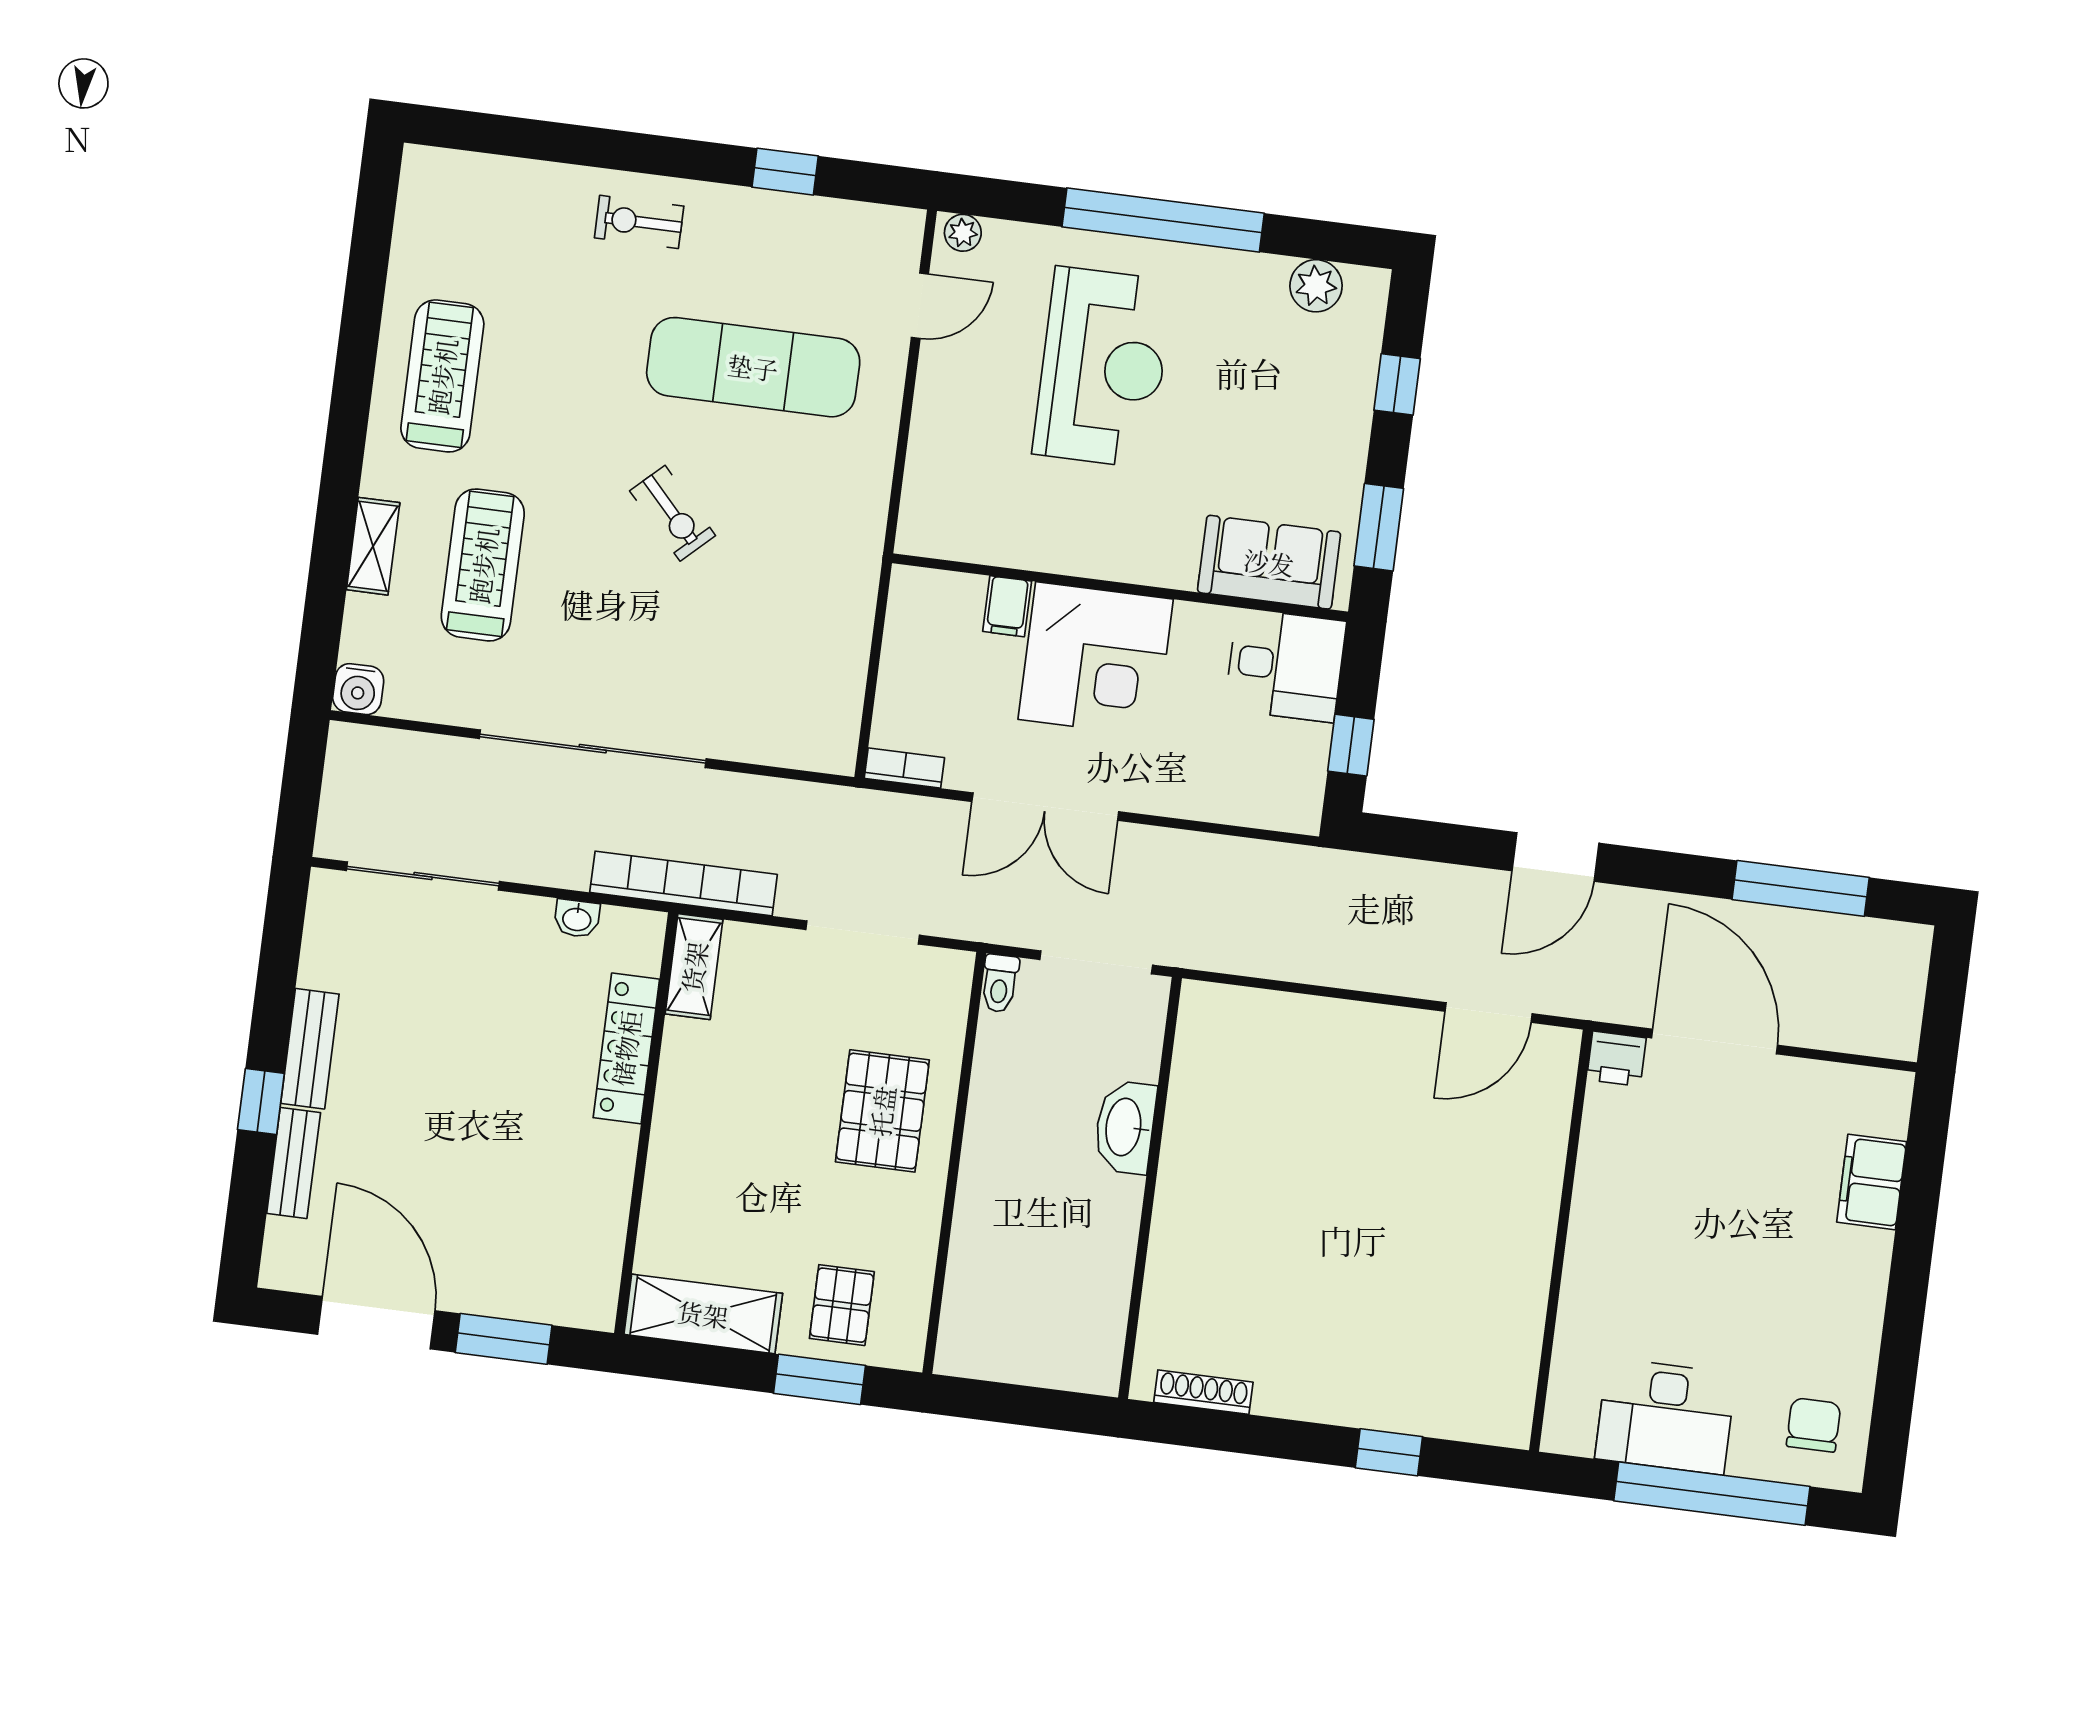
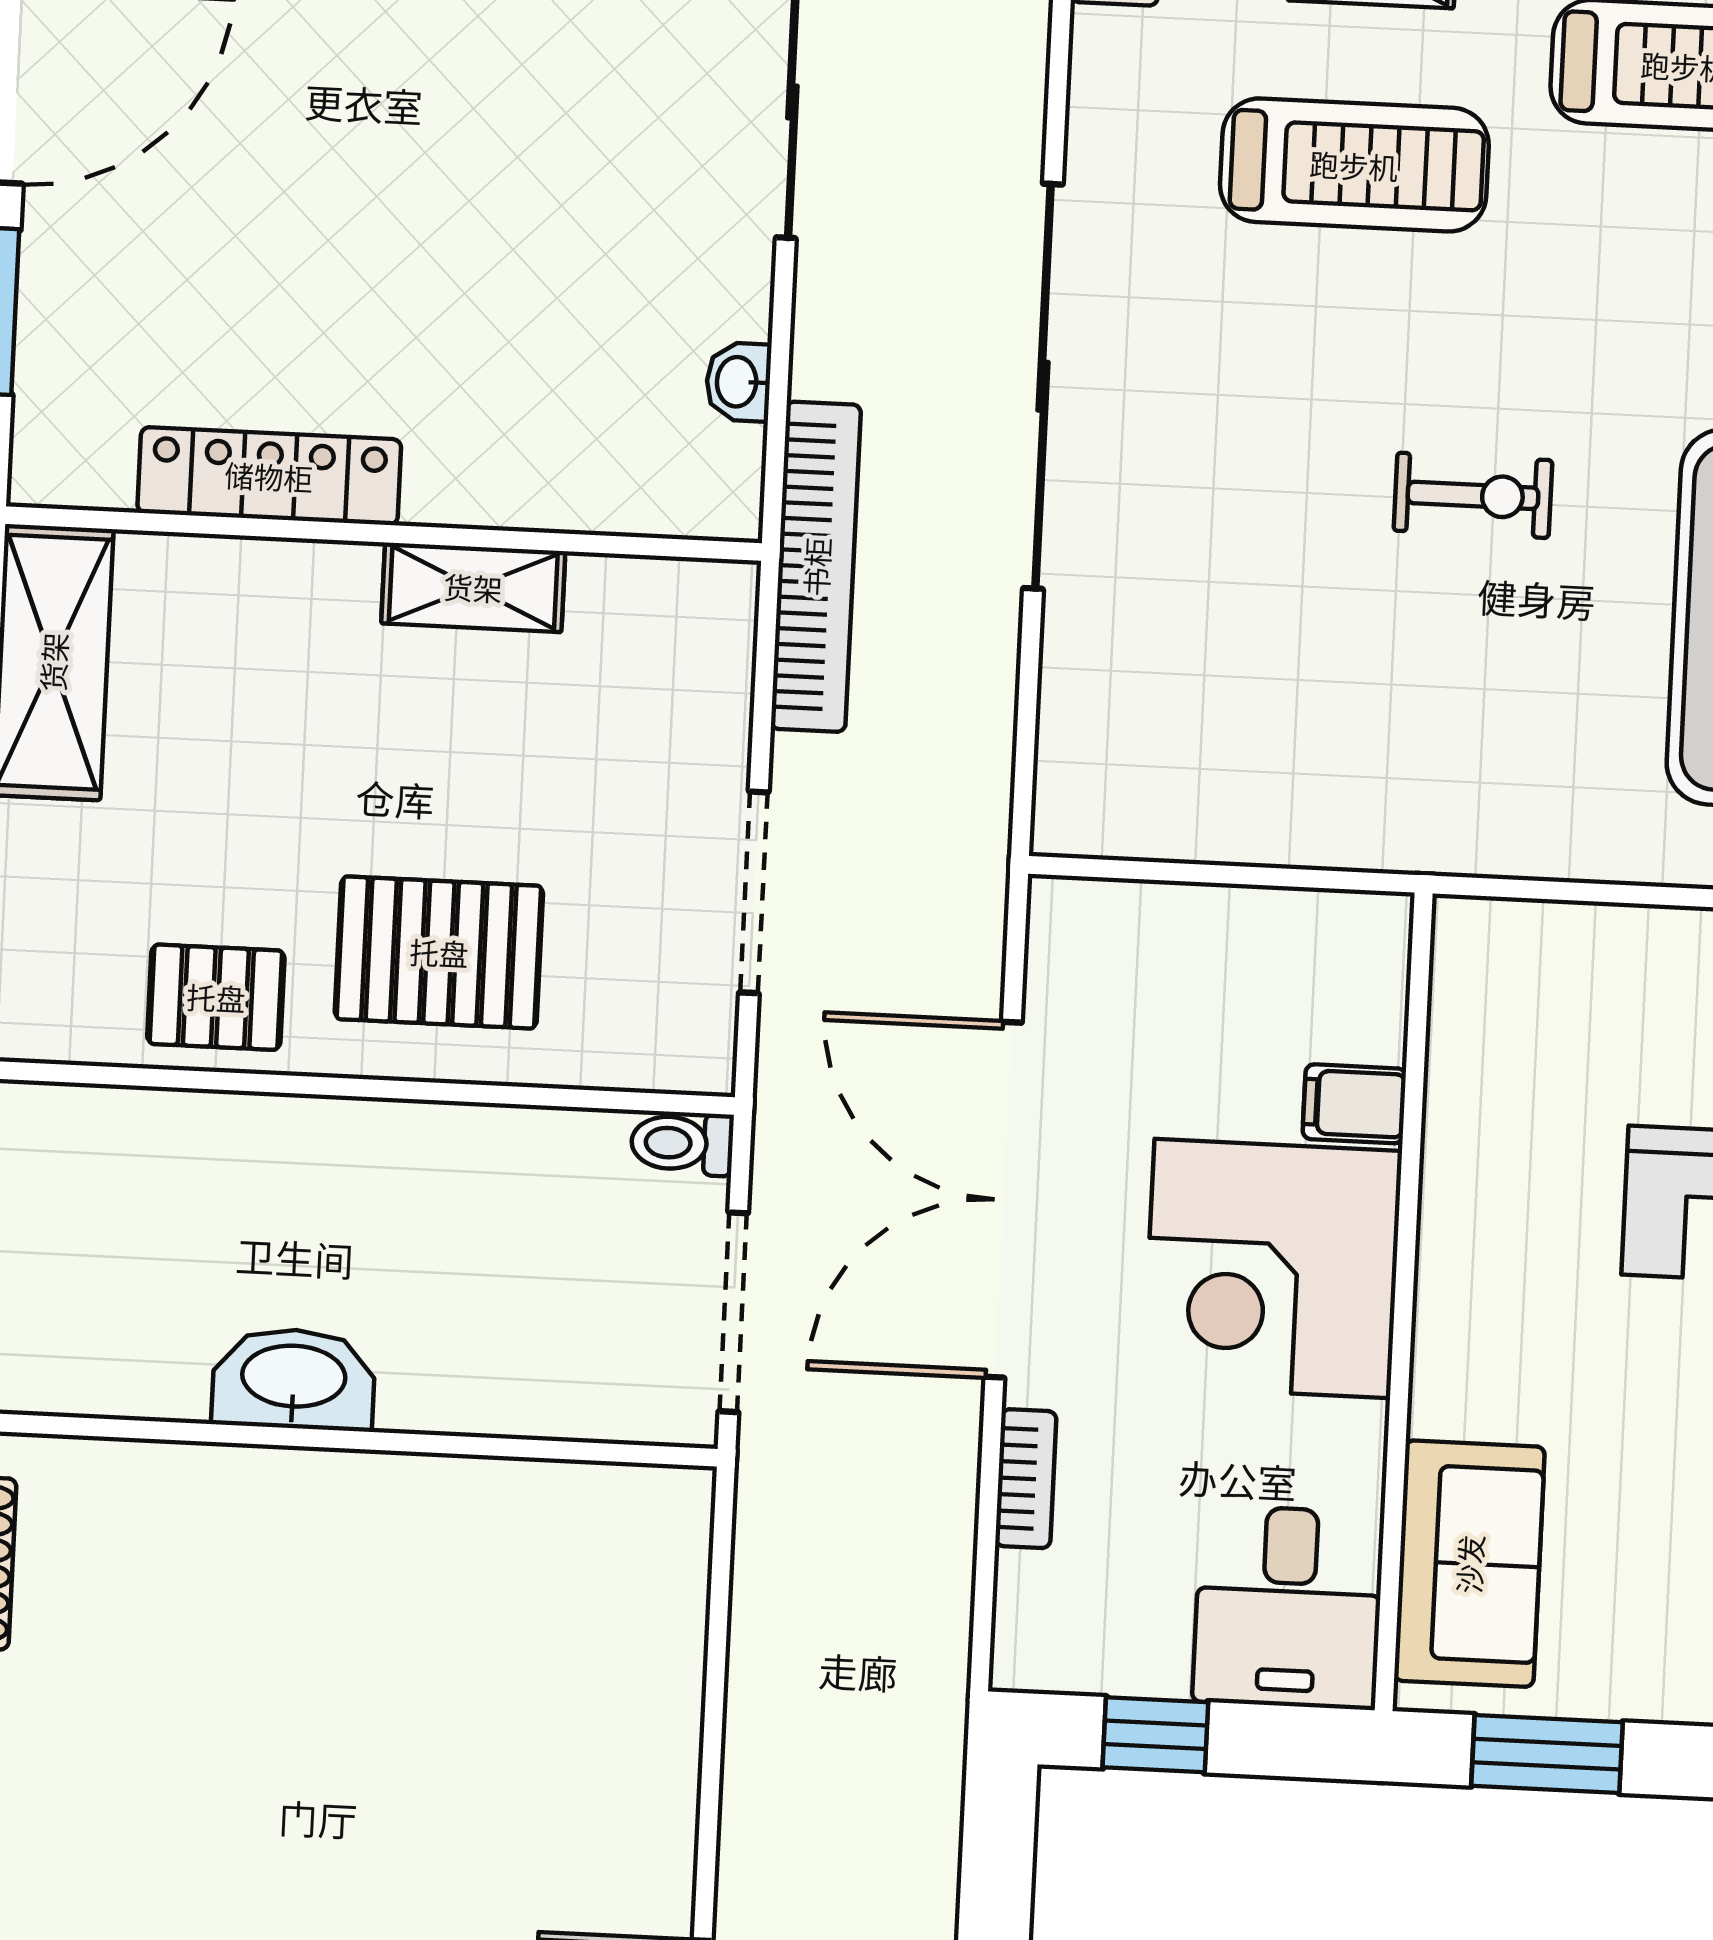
exercise bike: (673, 513) -> (1473, 495), turned -137
bookcase: (904, 768) -> (1026, 1479), moved
double door: (1045, 807) -> (1003, 1200), width x1.36
shelving: (694, 967) -> (473, 587), moved
locker: (626, 1048) -> (269, 476), moved
washbasin: (1125, 1127) -> (294, 1379), moved
pallet: (842, 1305) -> (216, 997), moved

